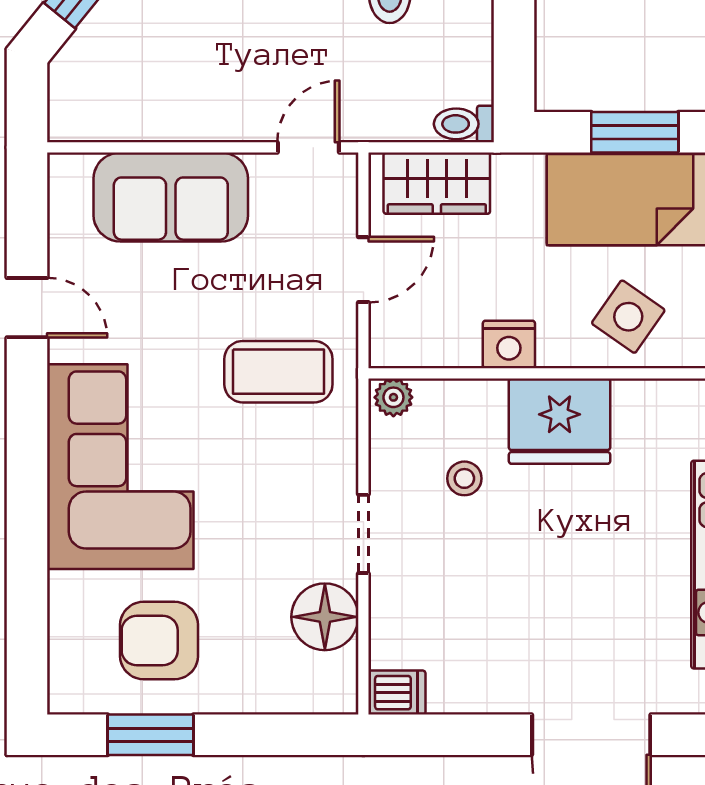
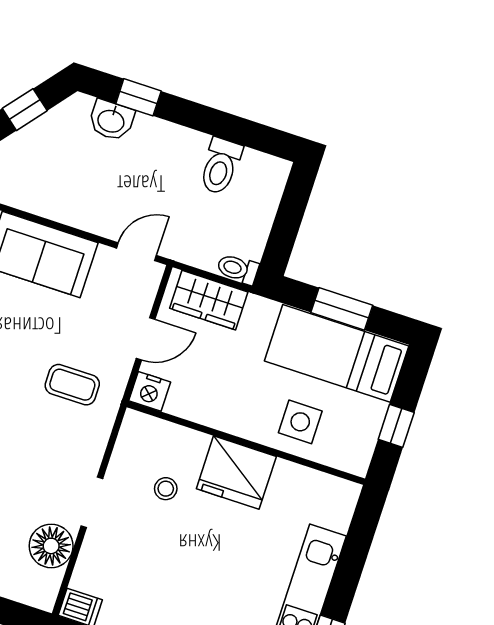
side table: (628, 317) -> (300, 422), turned -35
nightstand: (509, 344) -> (150, 391), moved
coffee table: (278, 372) -> (72, 385), width x0.73, depth x0.77
plant: (393, 397) -> (138, 424), removed

